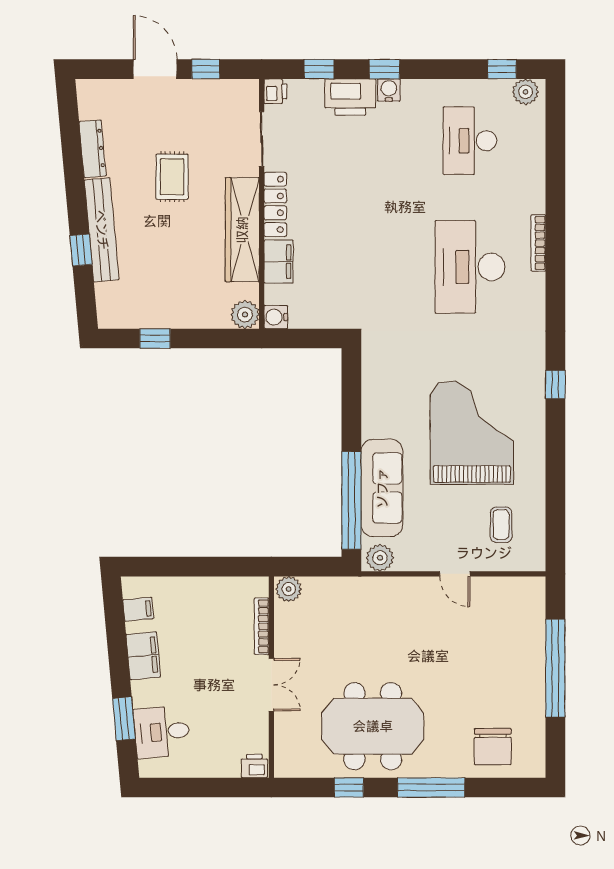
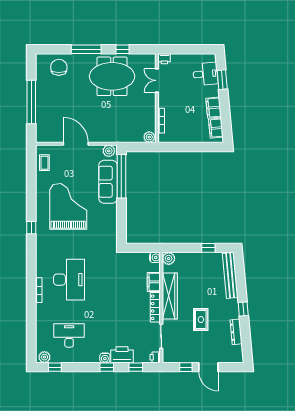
desk: (470, 141) -> (69, 335), turned -90
bench: (102, 230) -> (230, 275), moved
window: (81, 250) -> (243, 309), moved
grand piano: (472, 432) -> (68, 206), turned 180
coffee table: (501, 525) -> (44, 163), moved
door: (455, 574) -> (76, 144), width x1.88
filing cabinet: (138, 609) -> (216, 128), width x2.00
double door: (271, 685) -> (157, 80), moved

